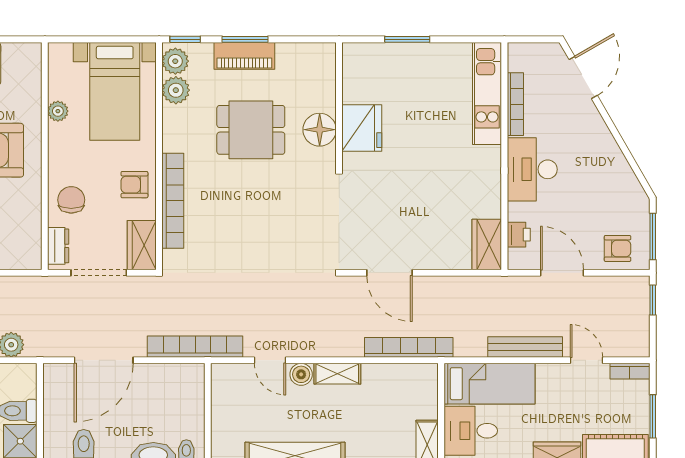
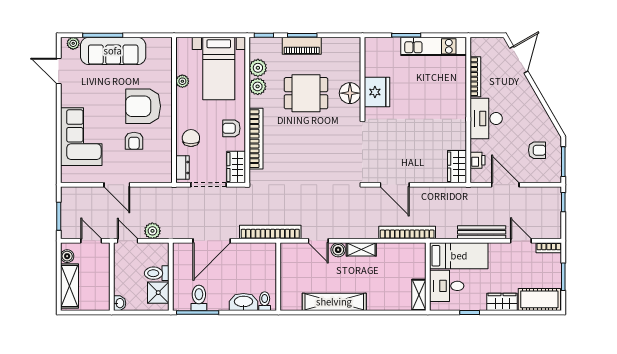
plant: (175, 61) -> (258, 86), moved
kitchen unit: (487, 93) -> (434, 46), moved, turned -90
armchair: (618, 248) -> (537, 150), moved

